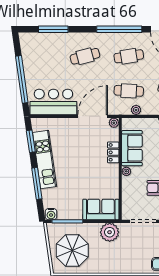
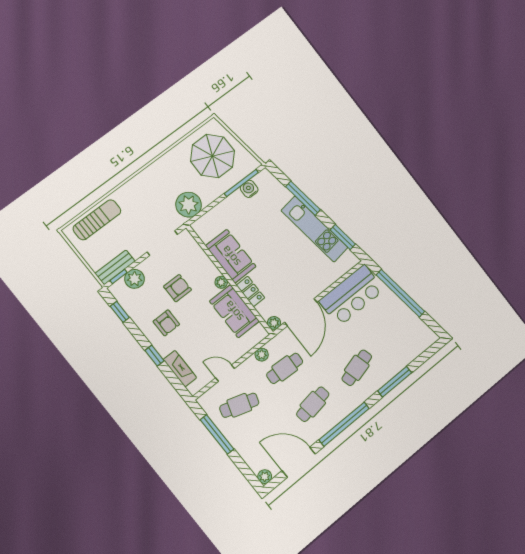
window: (53, 29) -> (395, 382), moved
sofa: (101, 209) -> (231, 256), moved, turned -90
water cooler: (51, 214) -> (249, 189), moved

